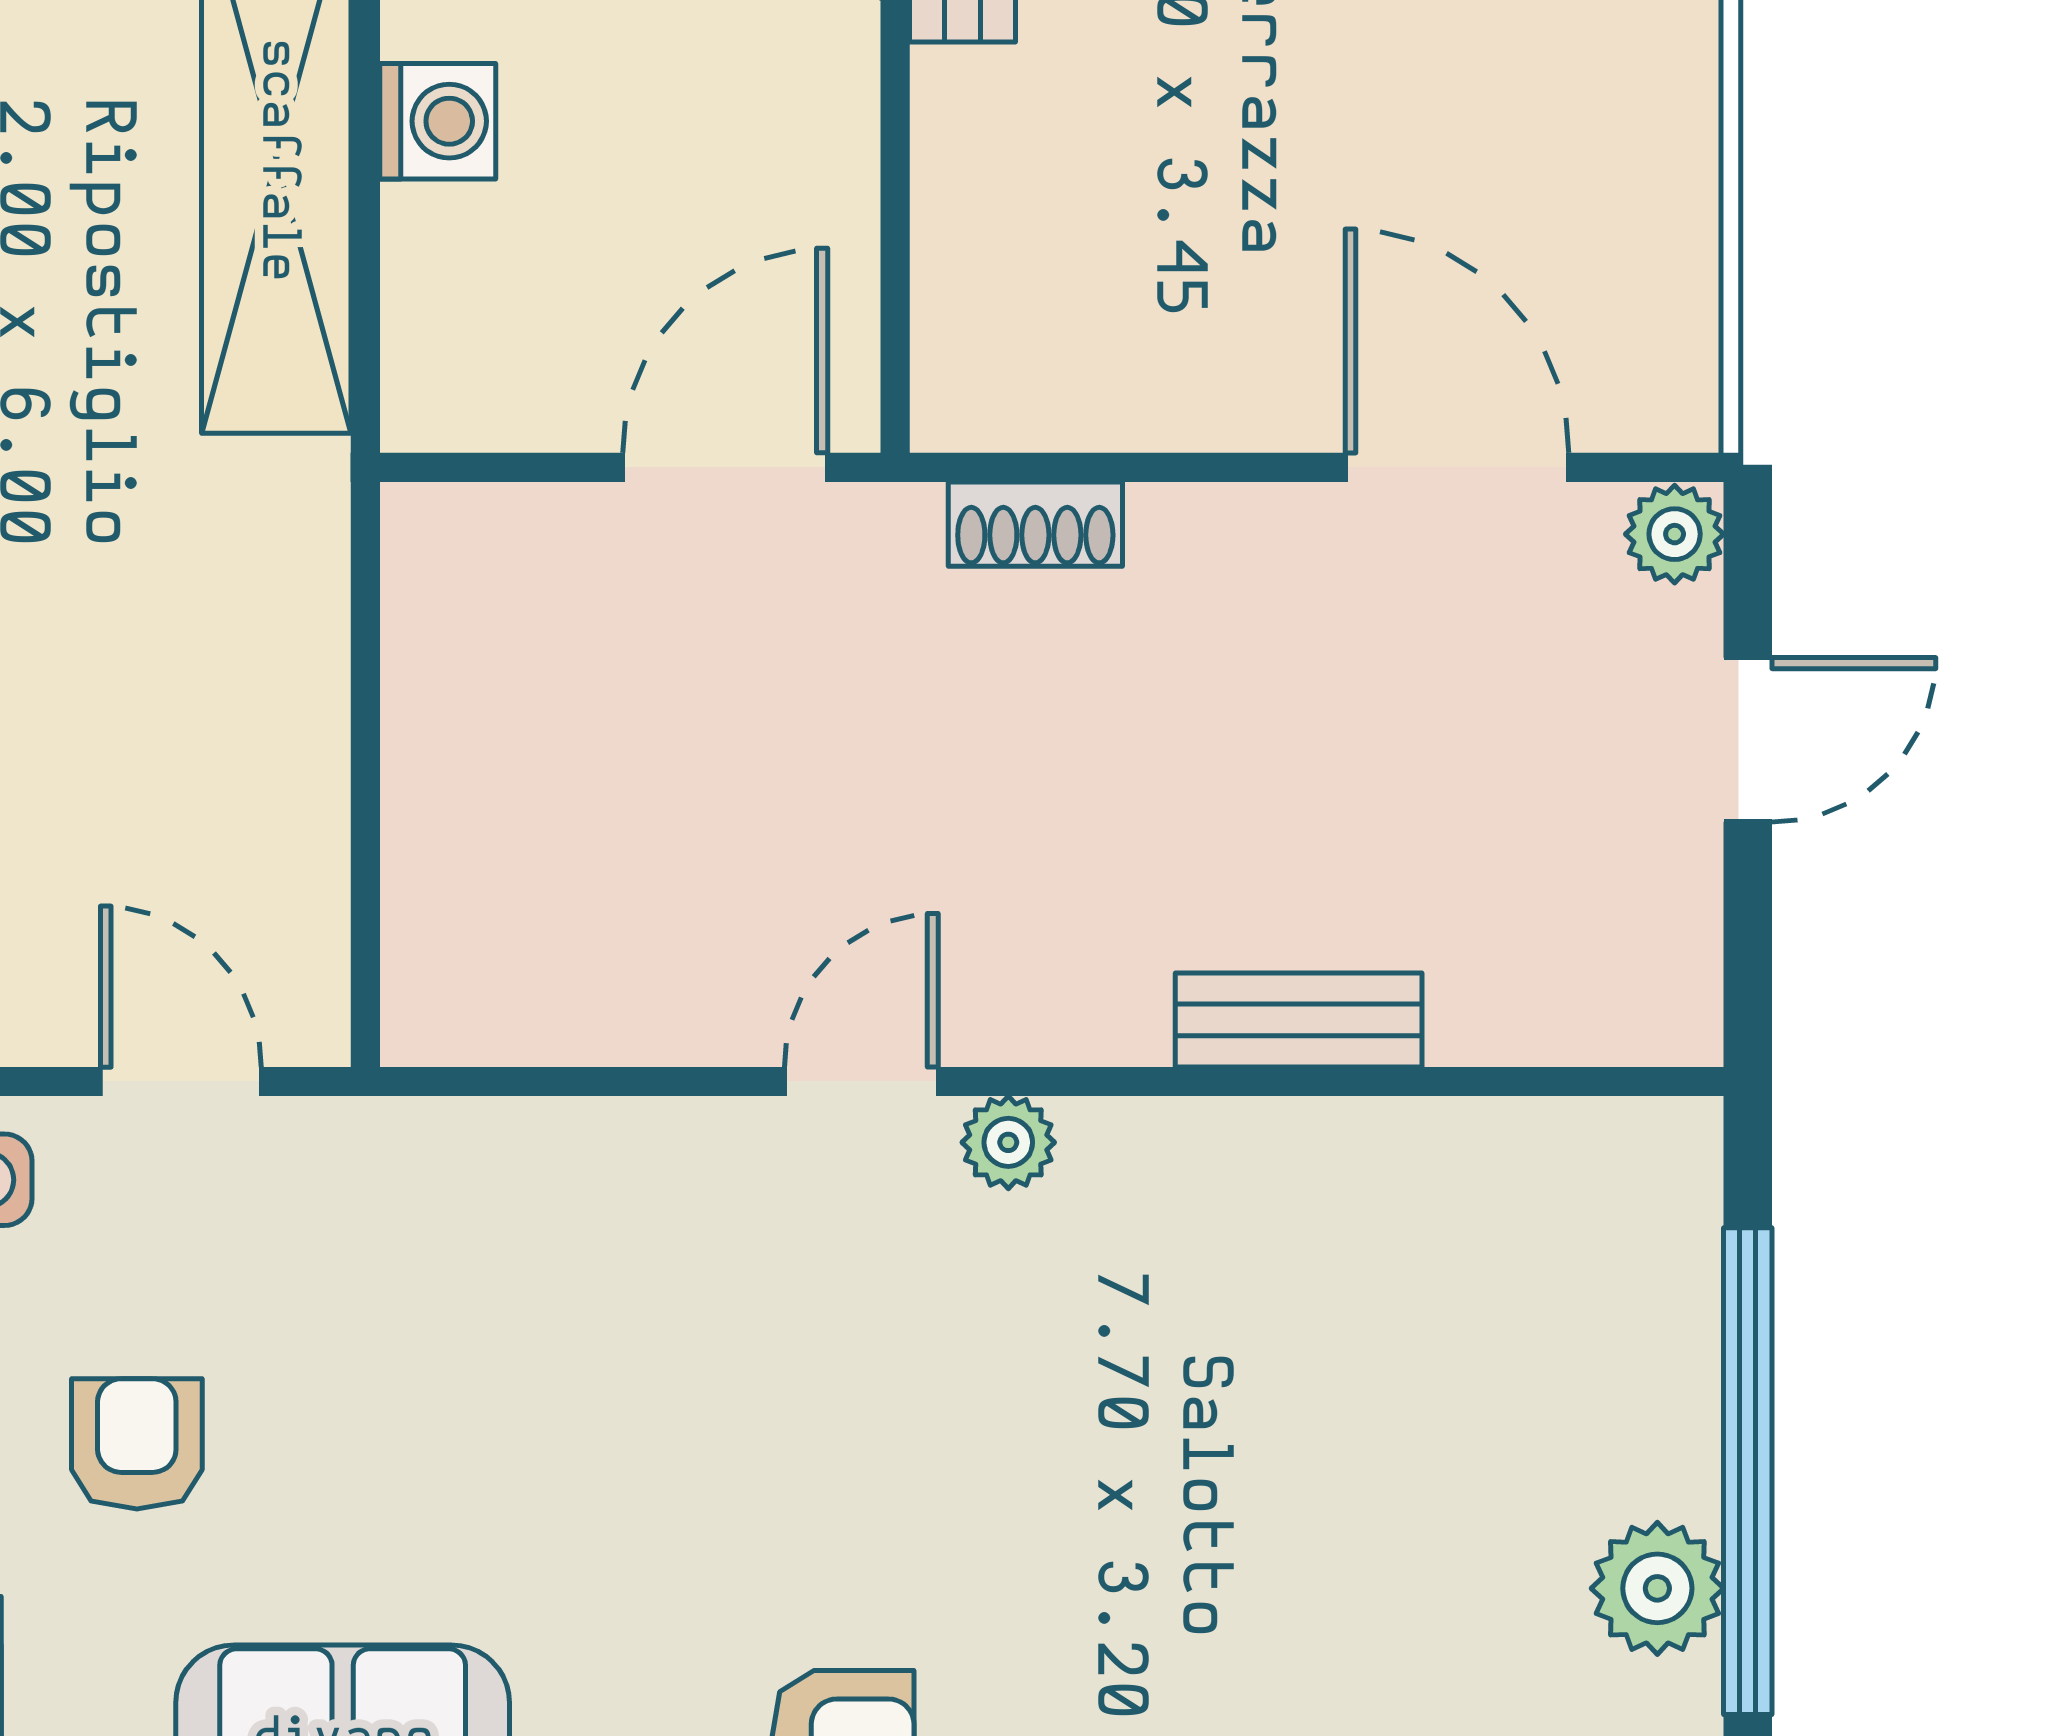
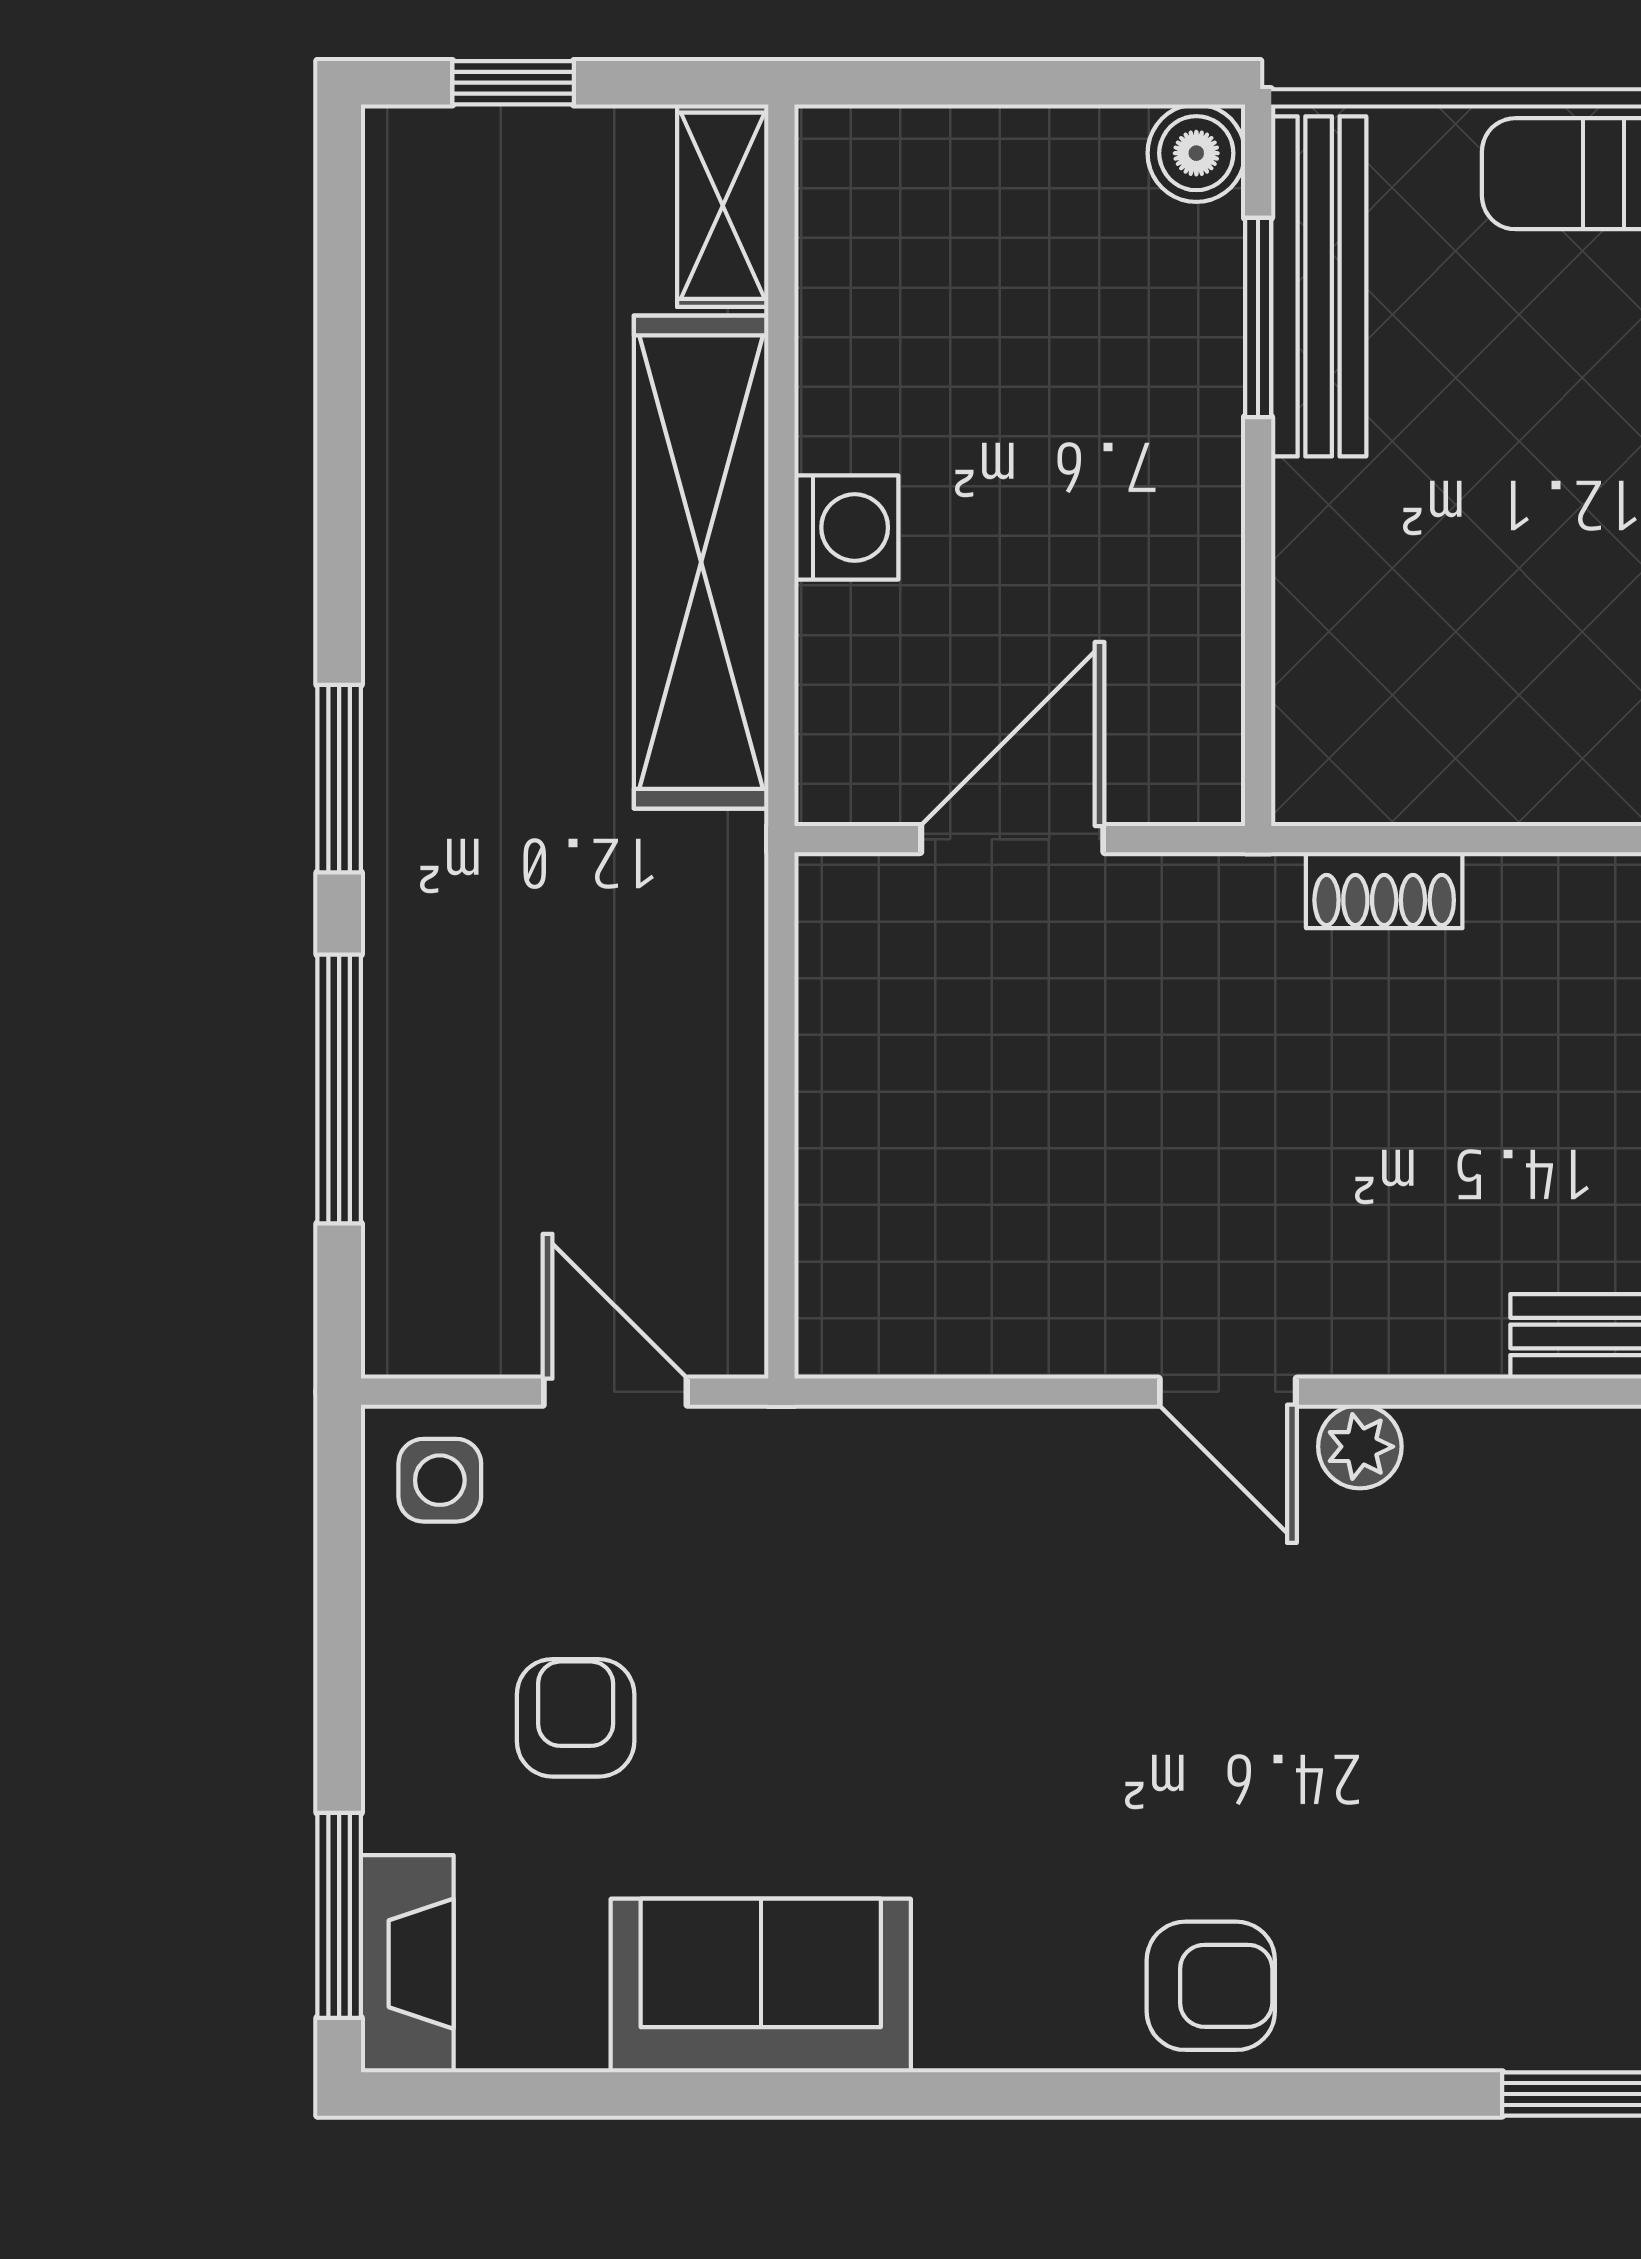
door: (725, 467) -> (1012, 839), moved
door: (861, 1081) -> (1228, 1392), swing flipped

